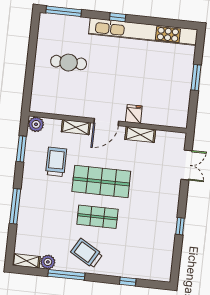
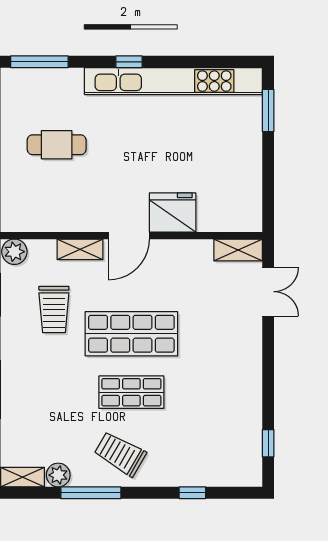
window: (196, 78) -> (268, 111), moved
fridge: (134, 114) -> (173, 212), width x1.88, depth x1.34
shelving: (140, 135) -> (238, 250), moved
trolley: (56, 162) -> (54, 310), turned 180
window: (180, 226) -> (268, 443), moved

